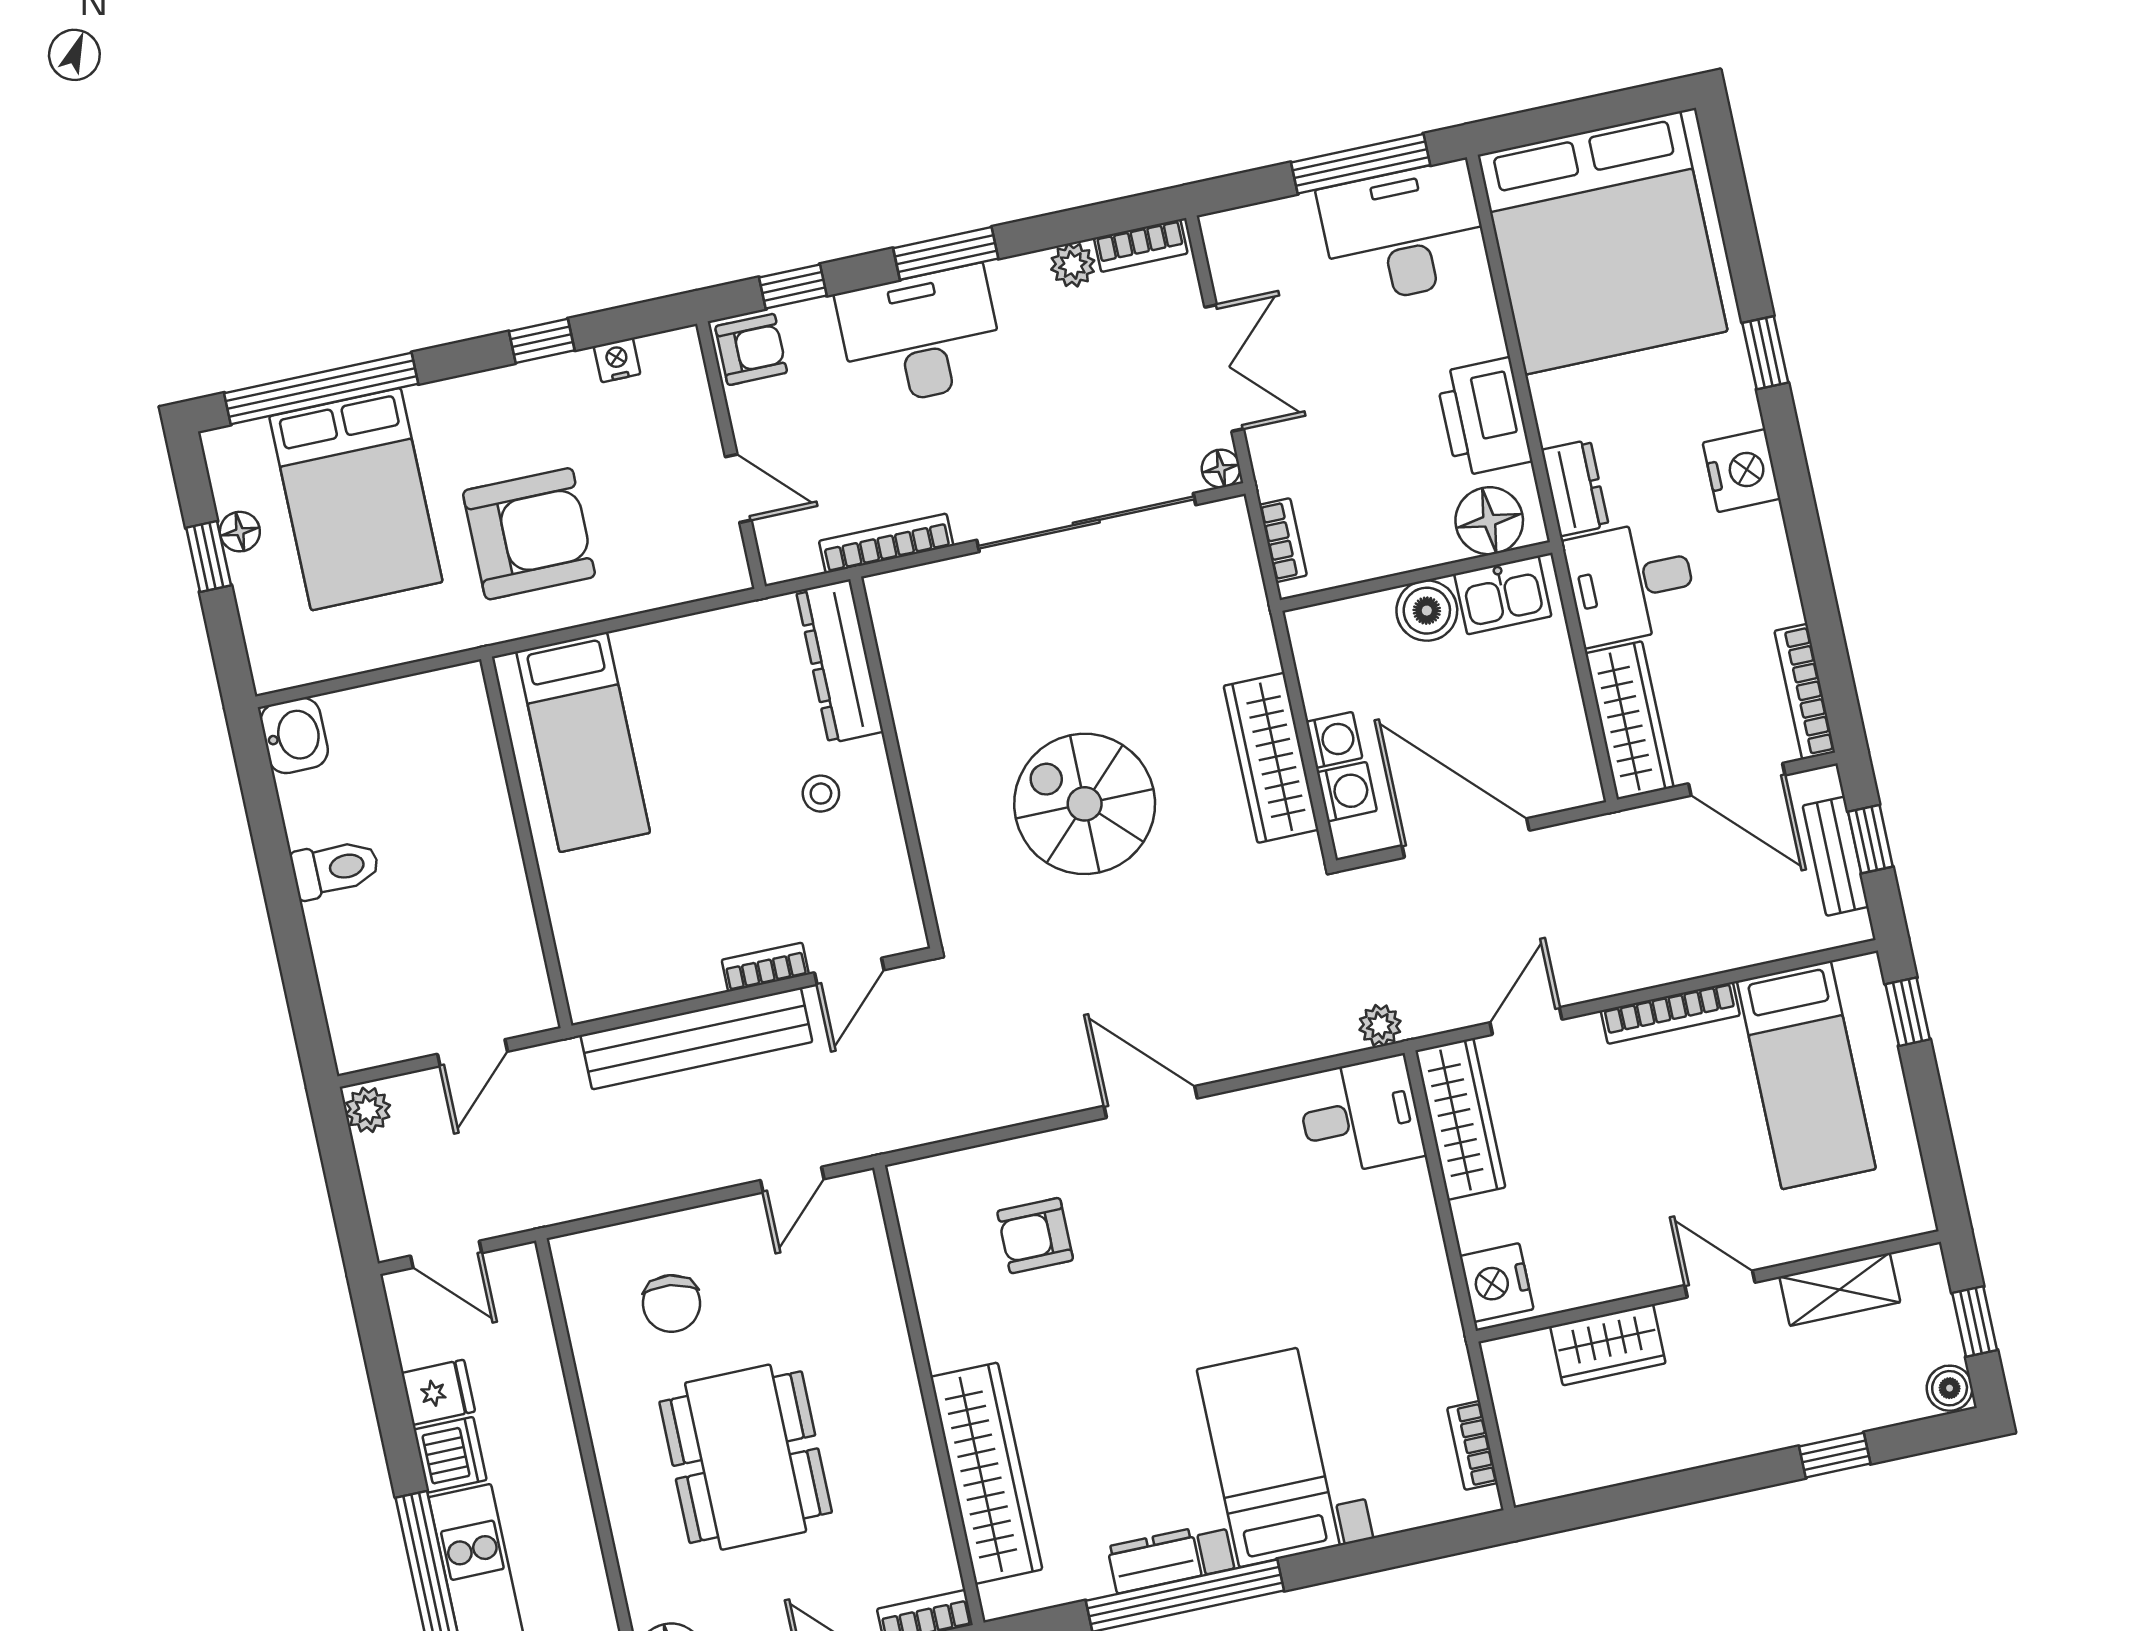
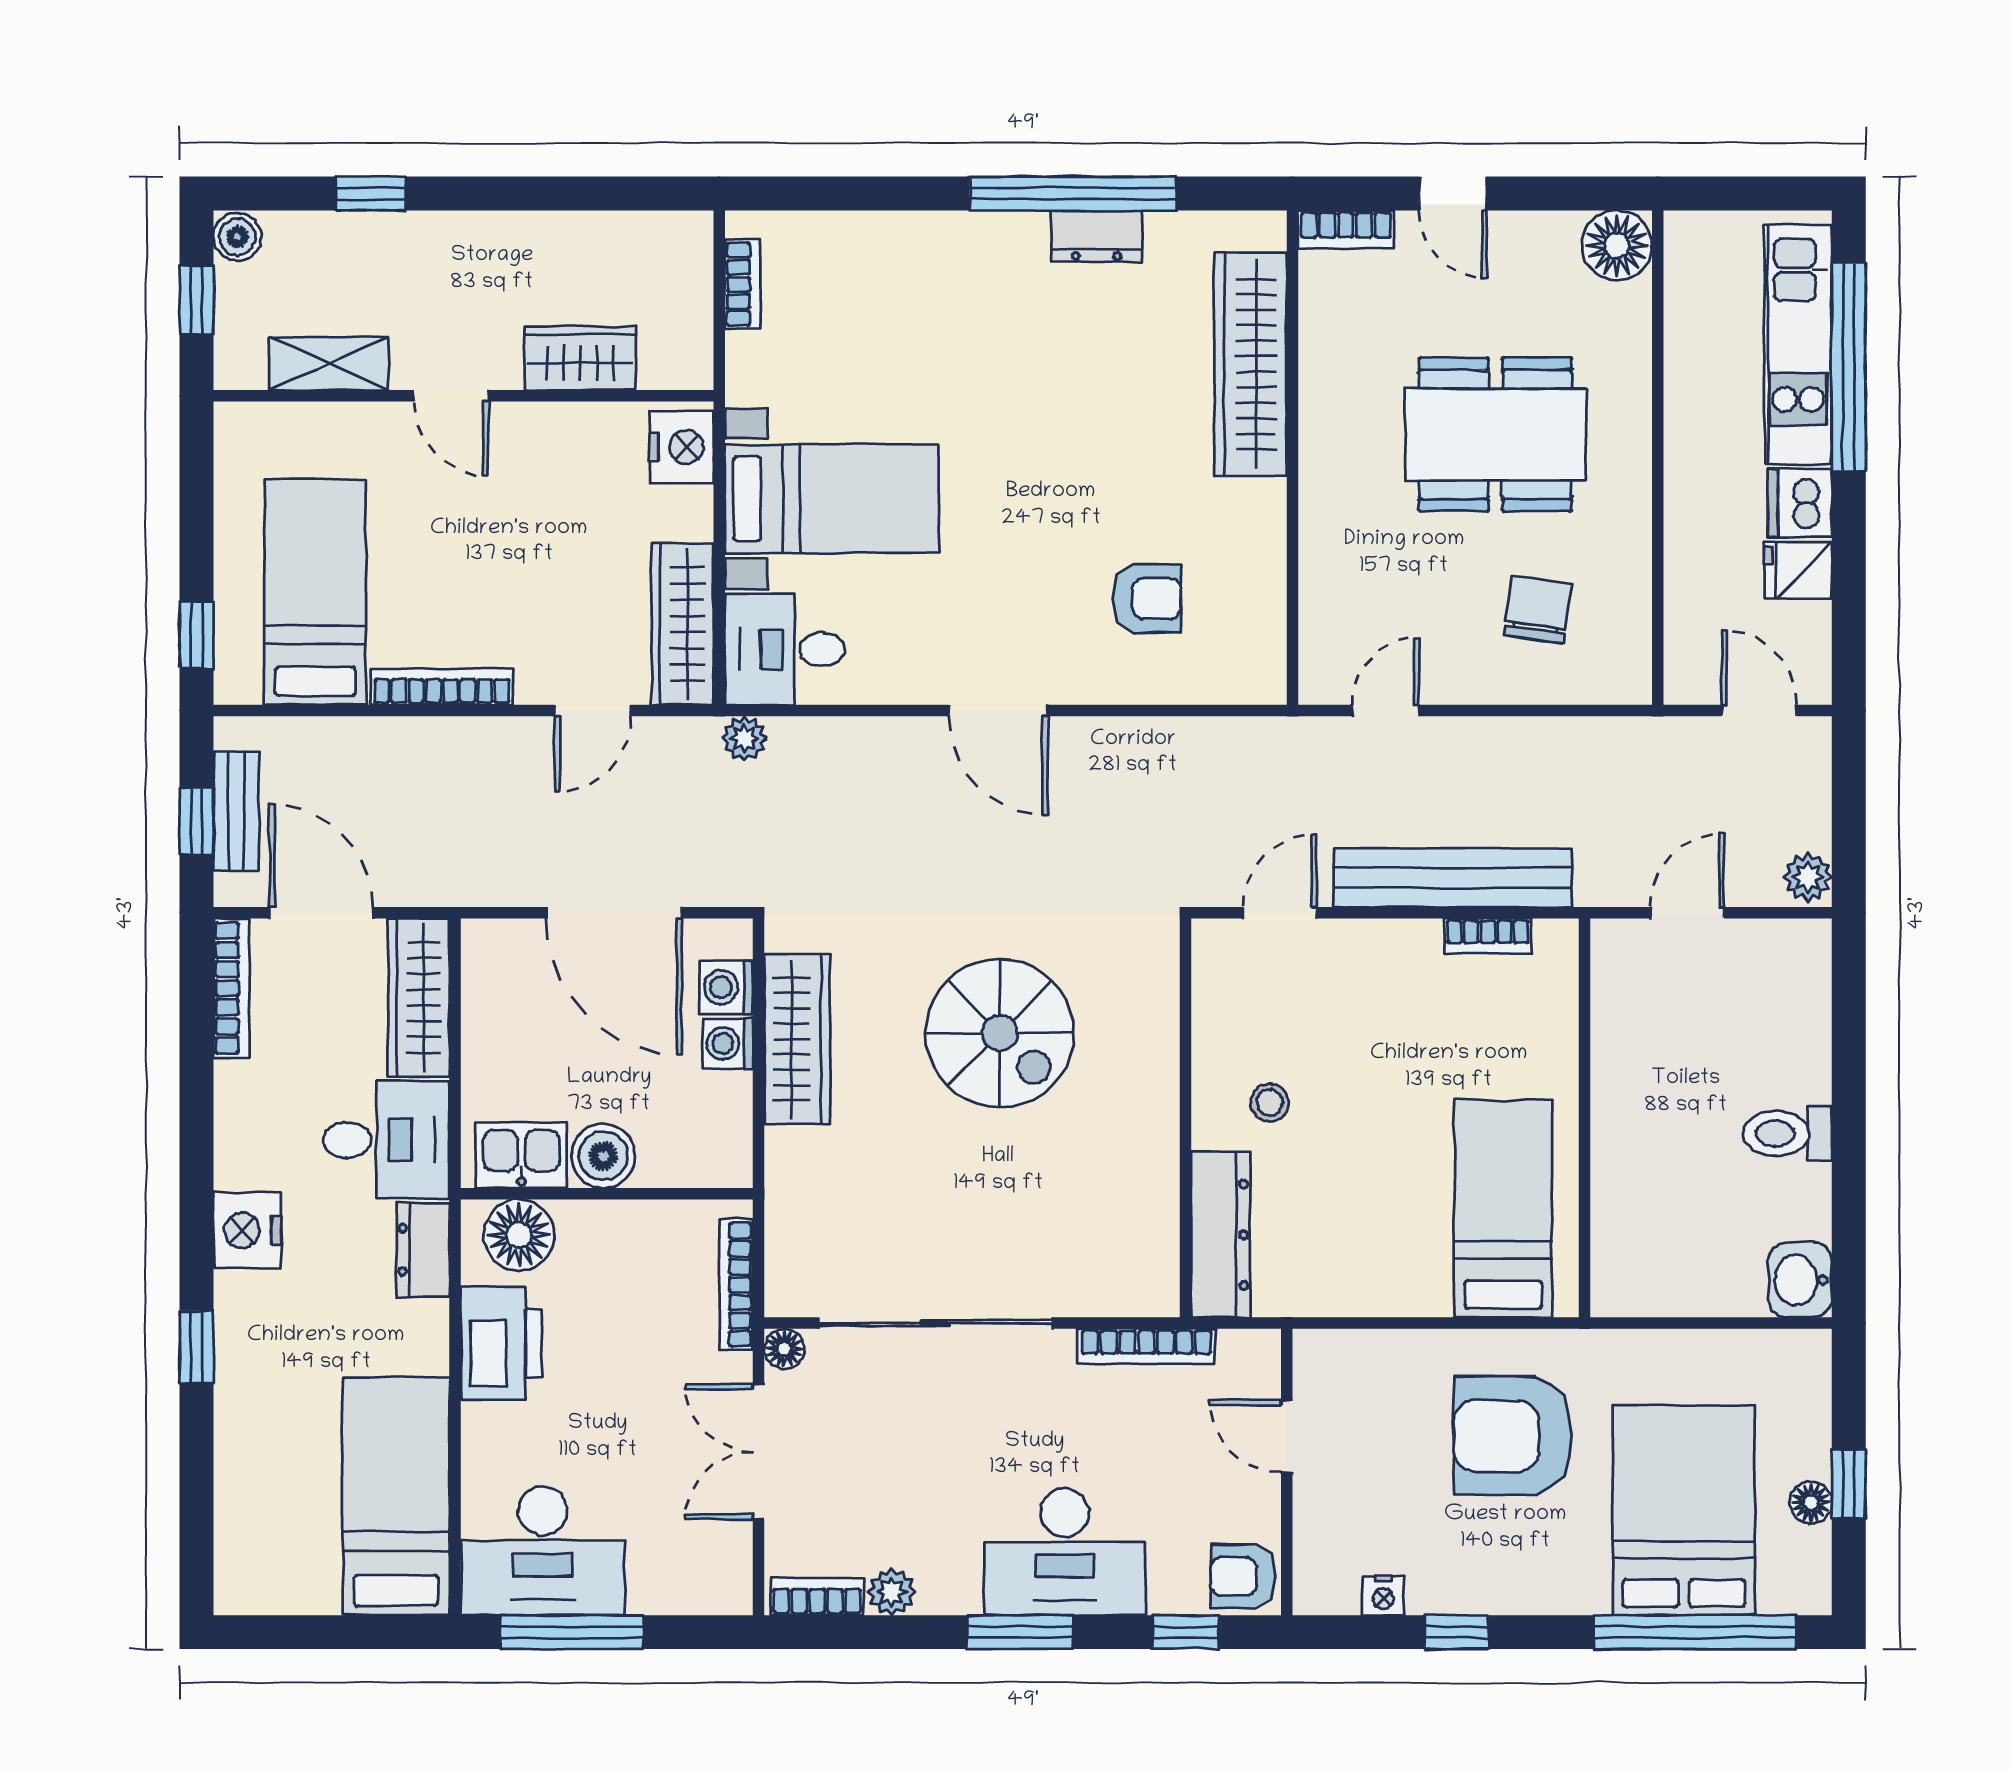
bed: (1603, 243) -> (396, 1496), width x0.49
bookcase: (1283, 540) -> (736, 1285), width x1.56
bookcase: (765, 967) -> (1488, 936), moved
dining table: (746, 1457) -> (1495, 434), turned 90
bed with nightstands: (1268, 1457) -> (832, 499), moved, turned -90

